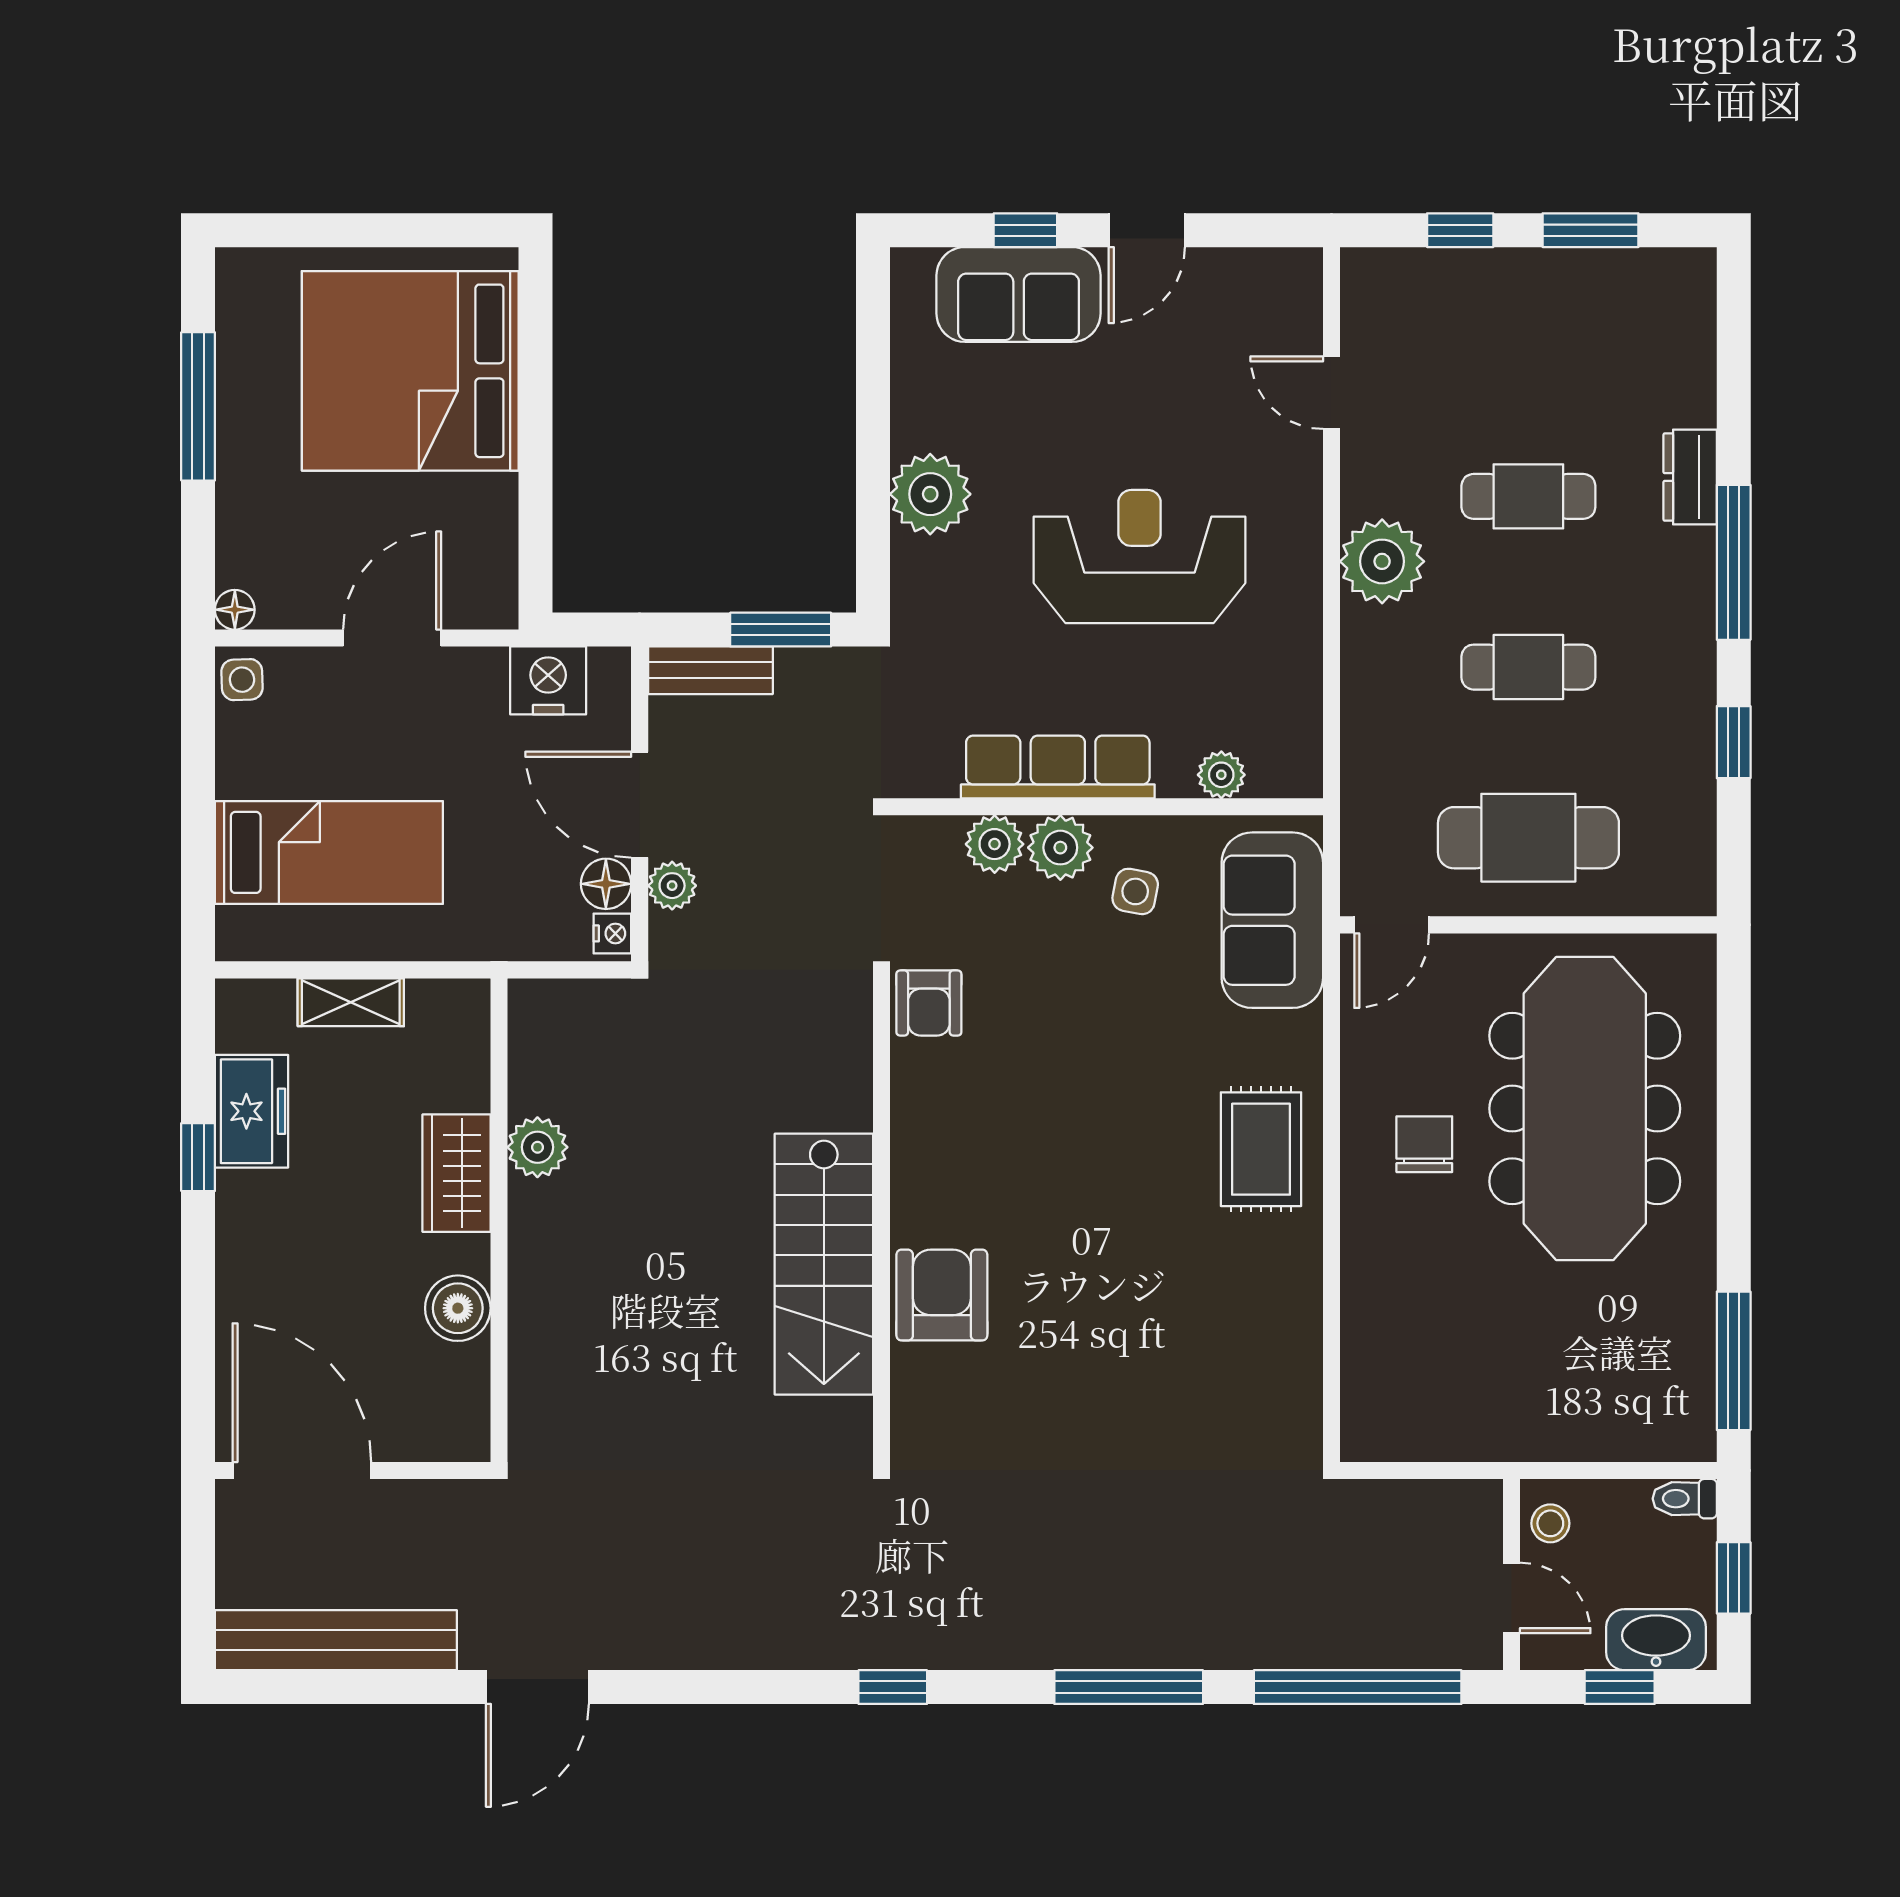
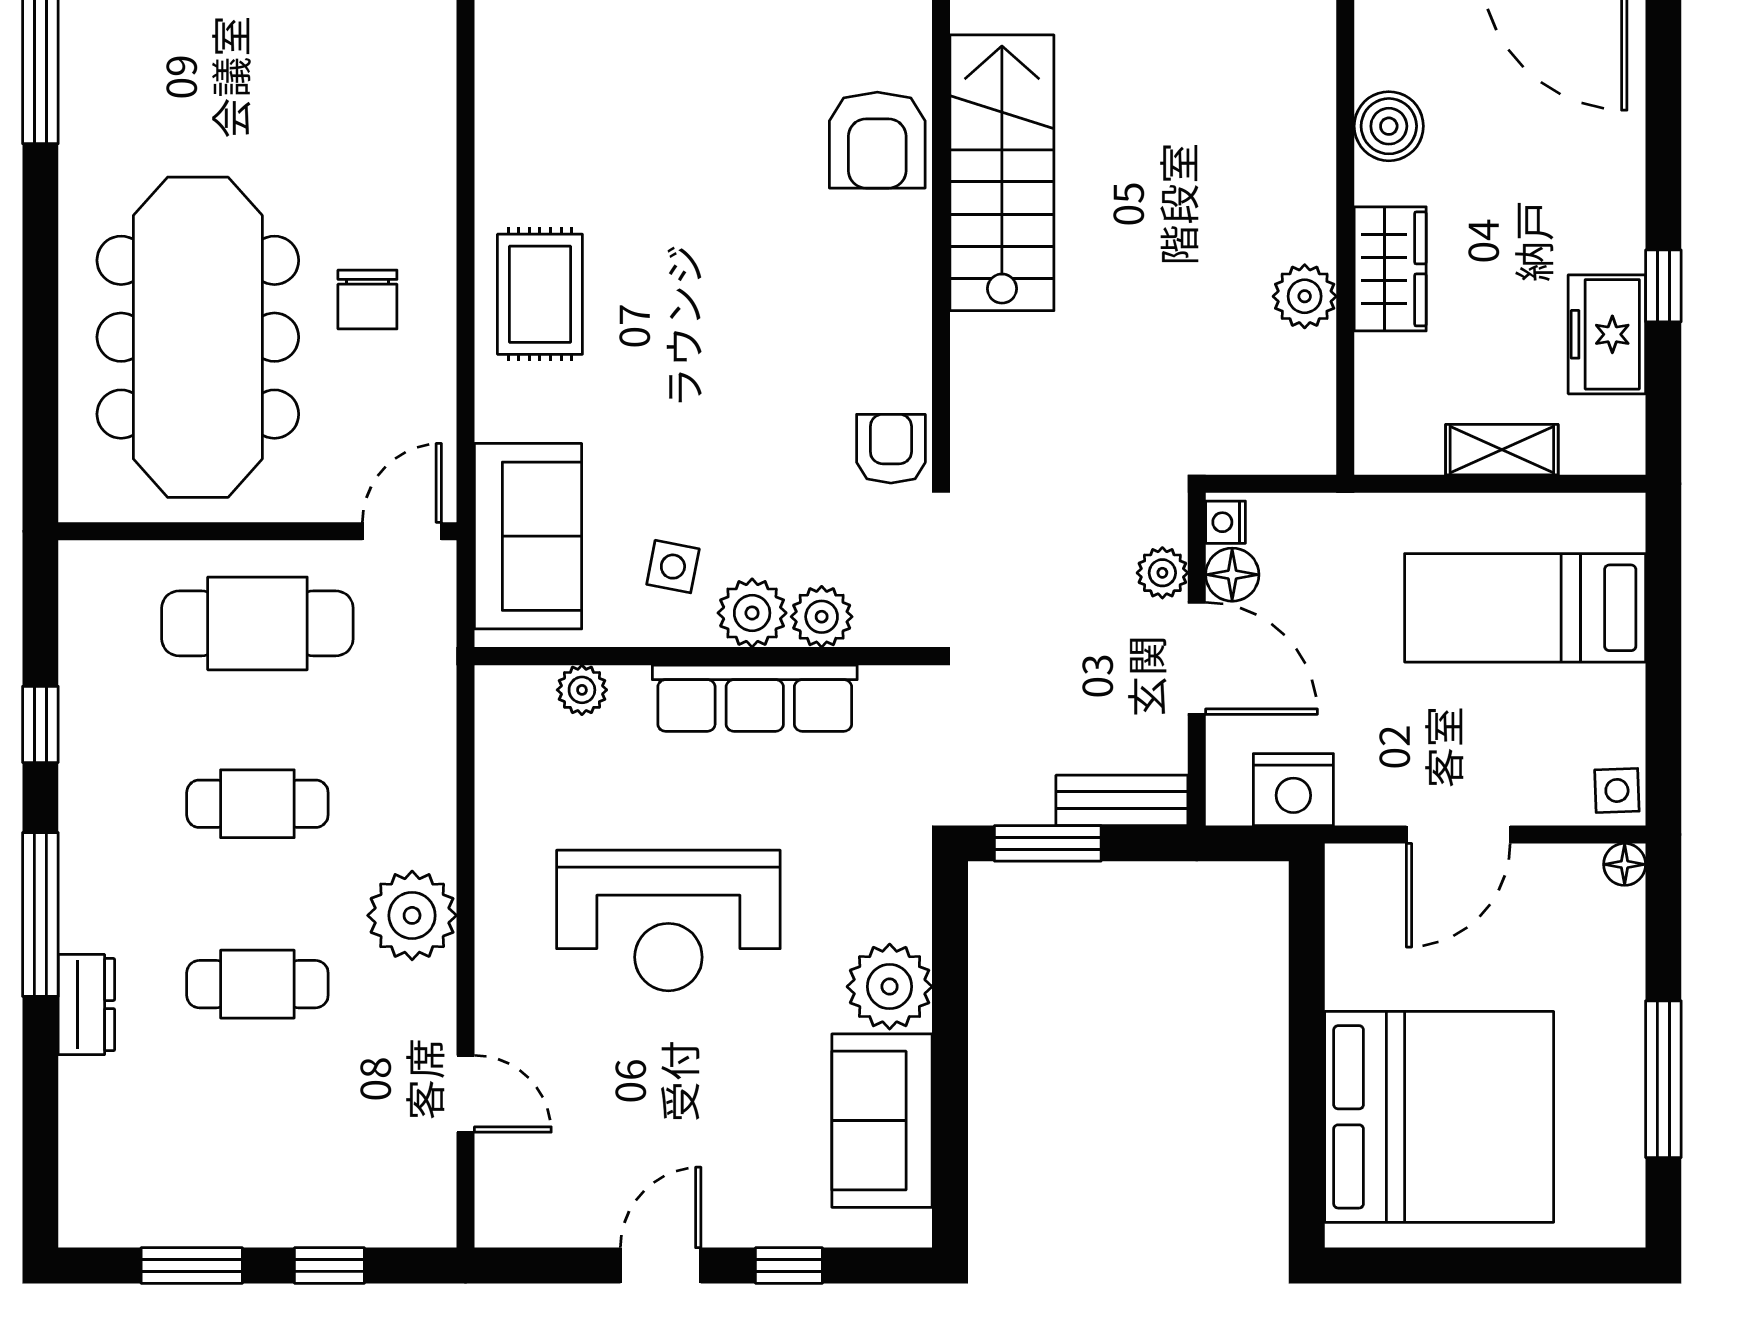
sofa: (1019, 294) -> (882, 1121), moved, turned -90

